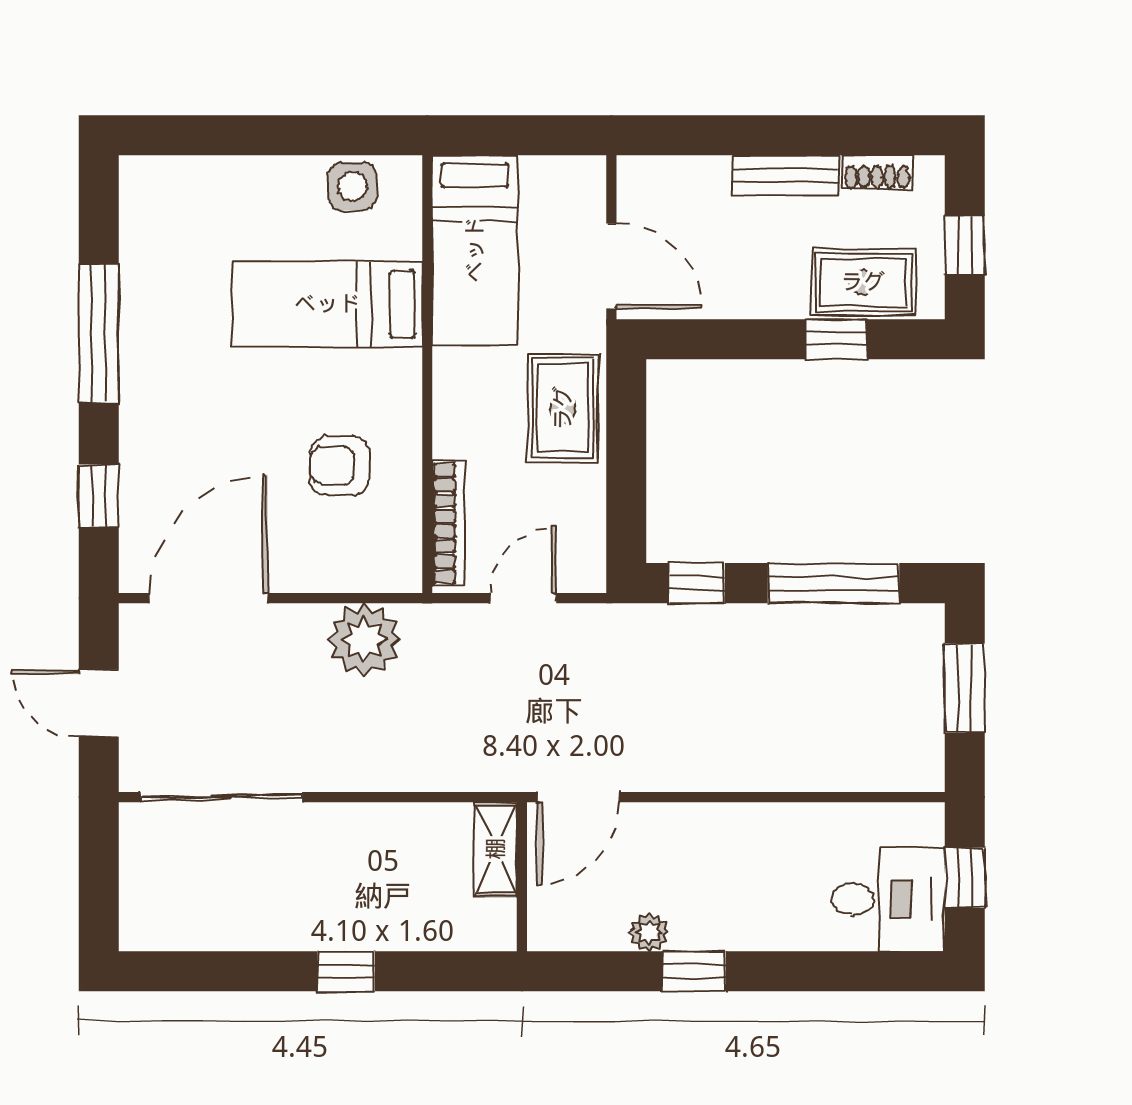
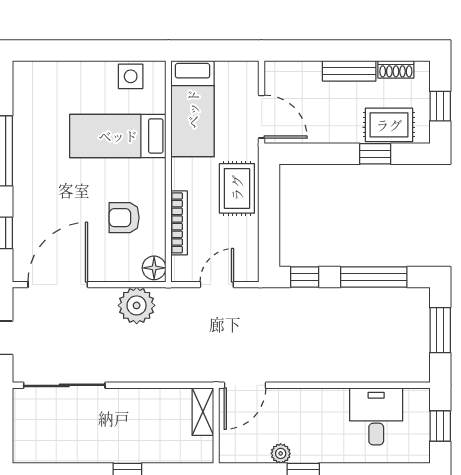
bookcase: (448, 523) -> (179, 223), moved
floor lamp: (399, 565) -> (154, 268), added
desk: (888, 899) -> (376, 416), moved, turned -90

